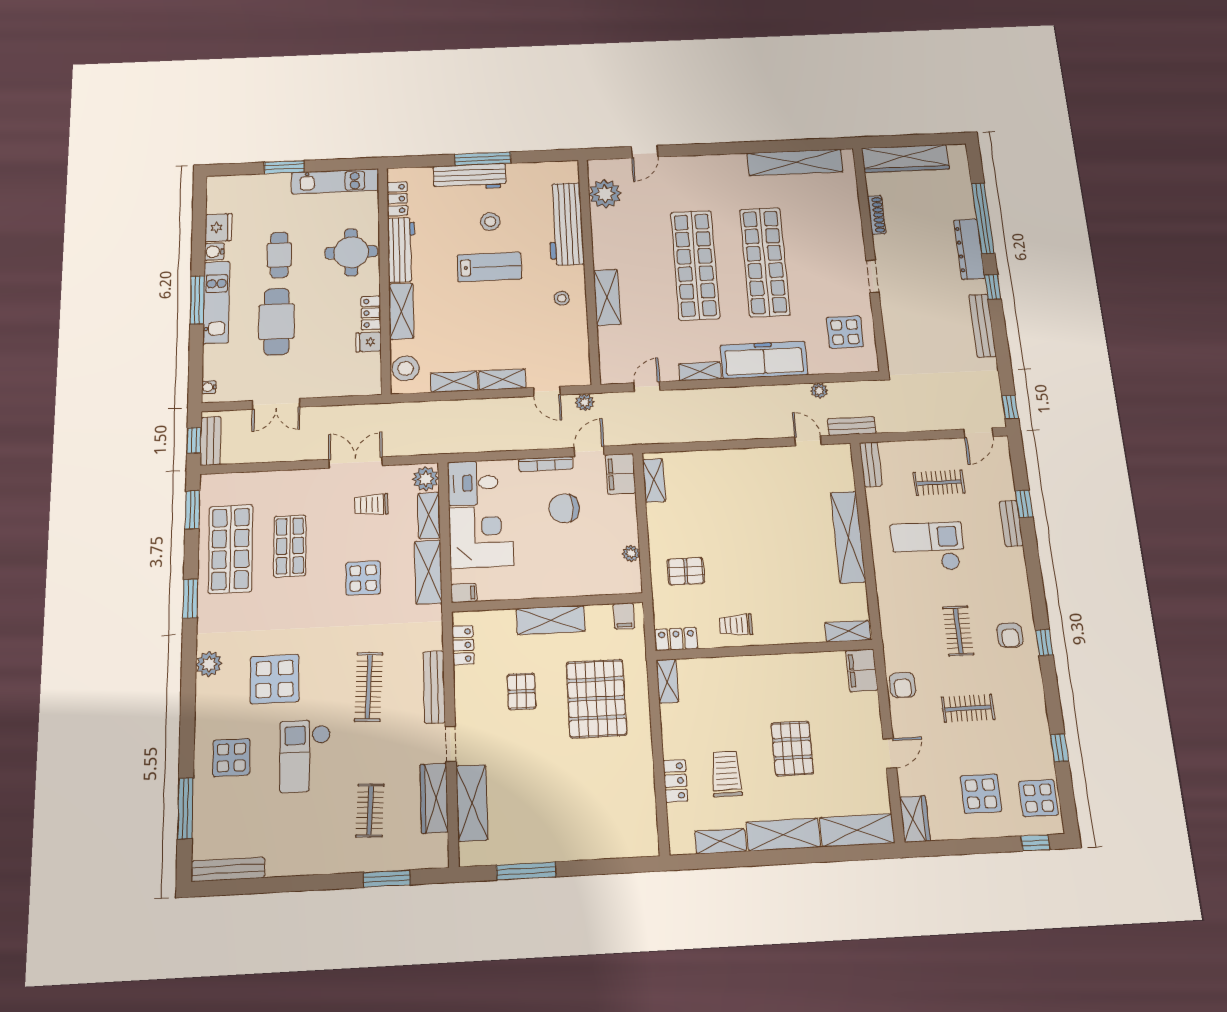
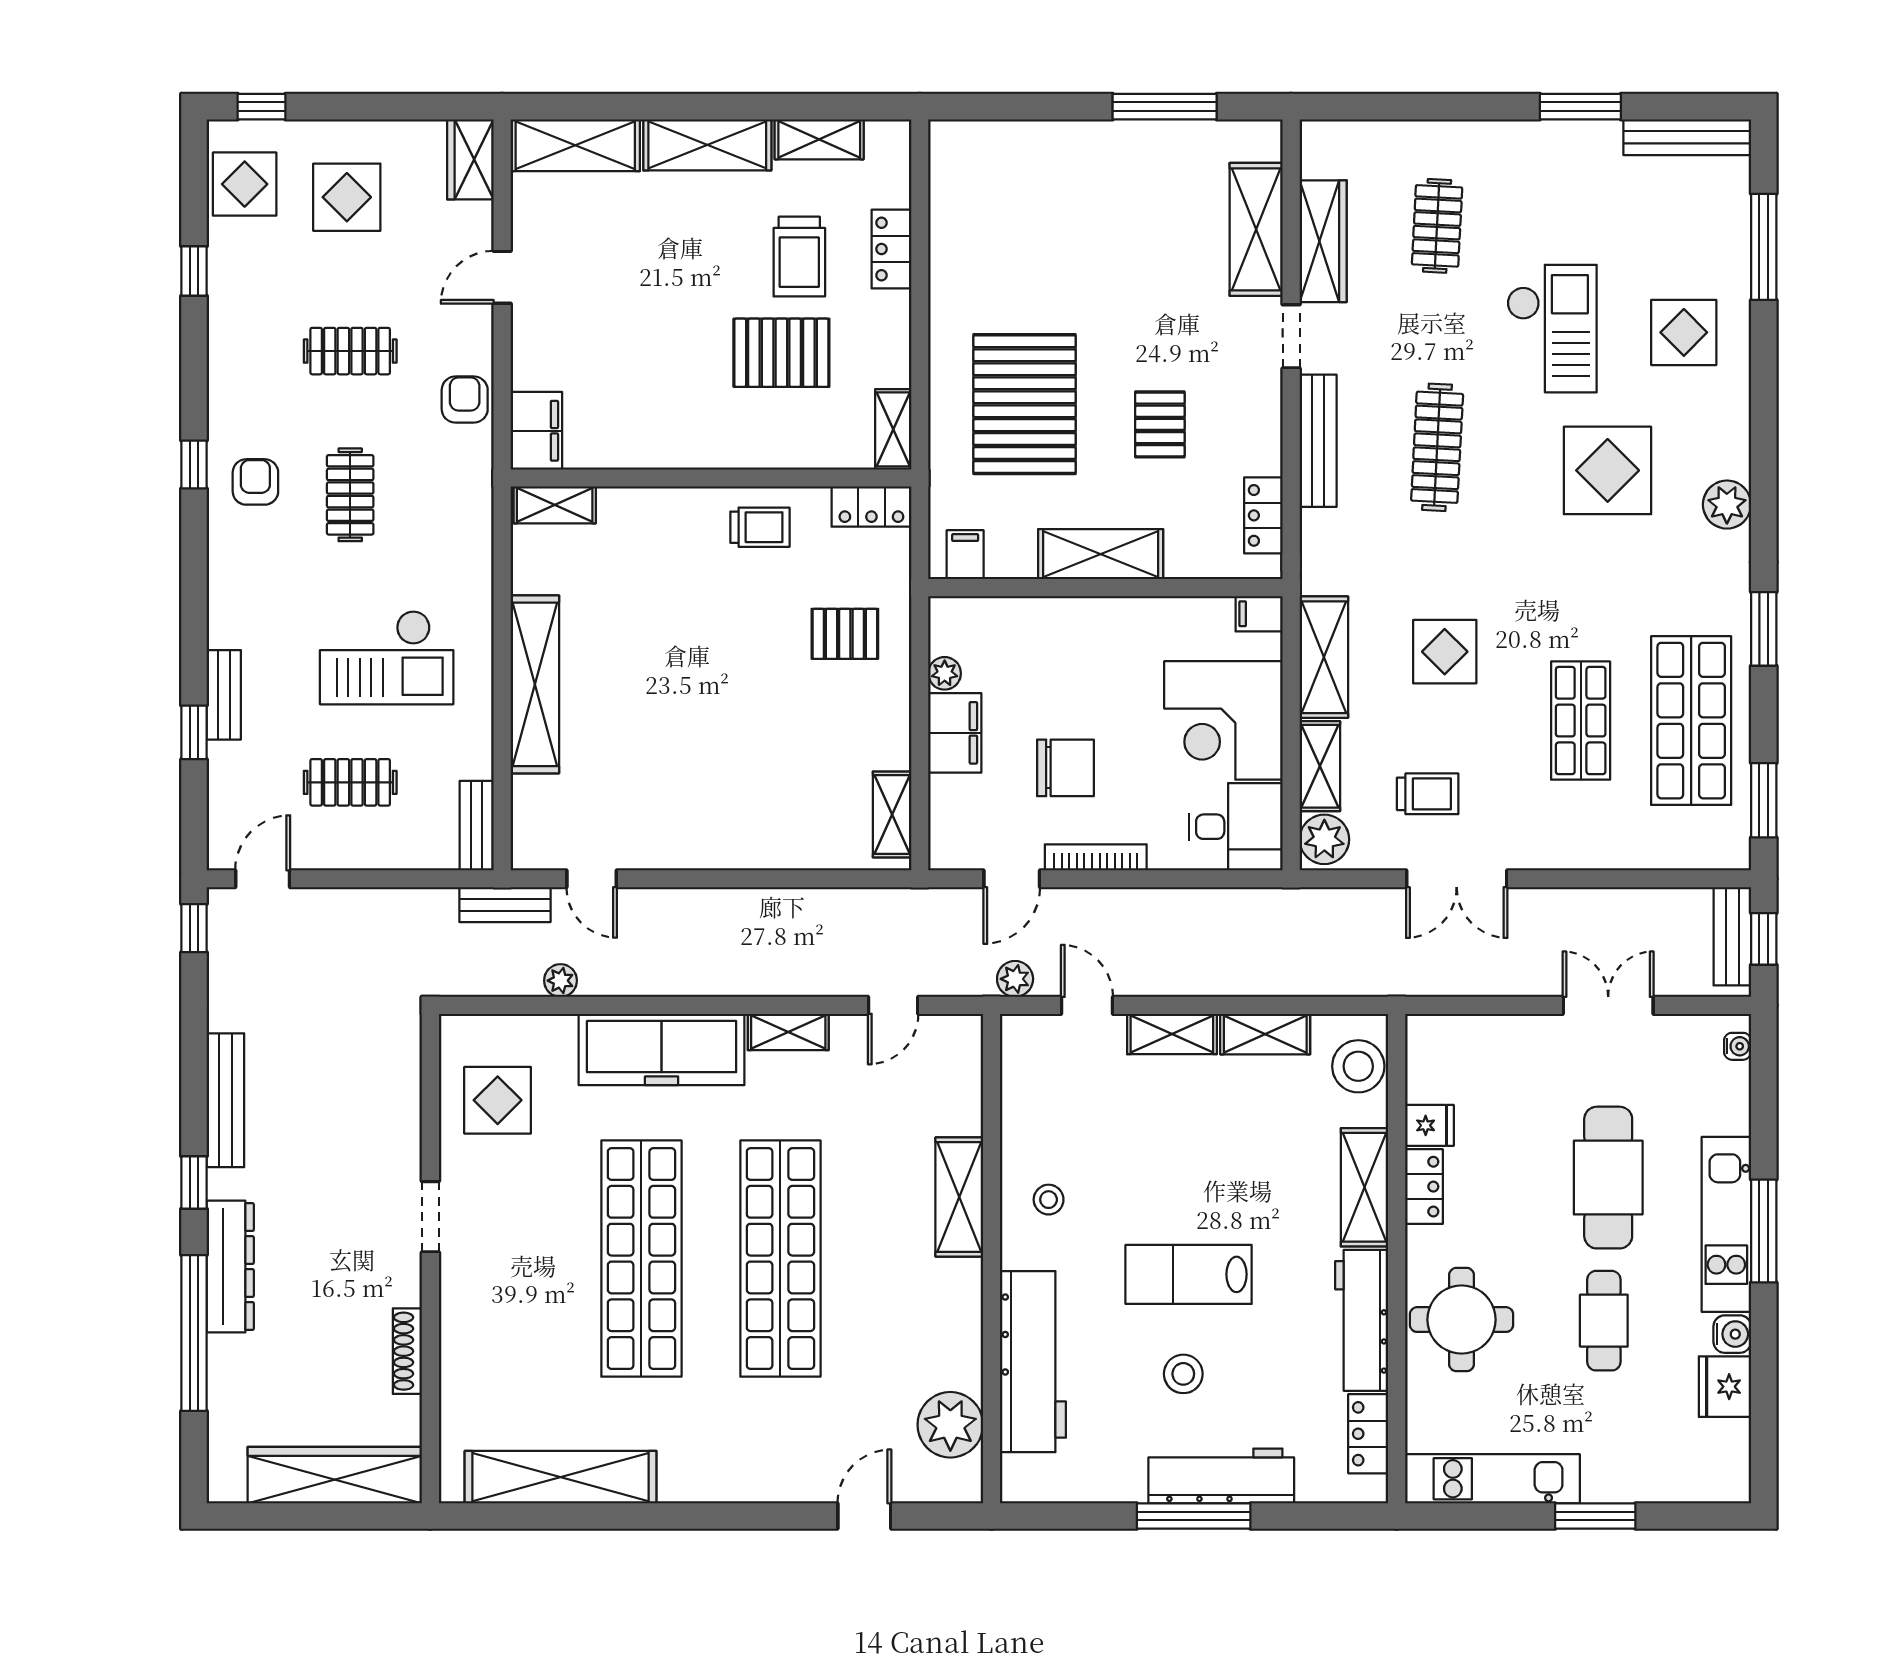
filing cabinet: (621, 474) -> (955, 733), moved
pallet: (792, 748) -> (781, 353), moved, turned 90
window: (387, 879) -> (1580, 107), moved

